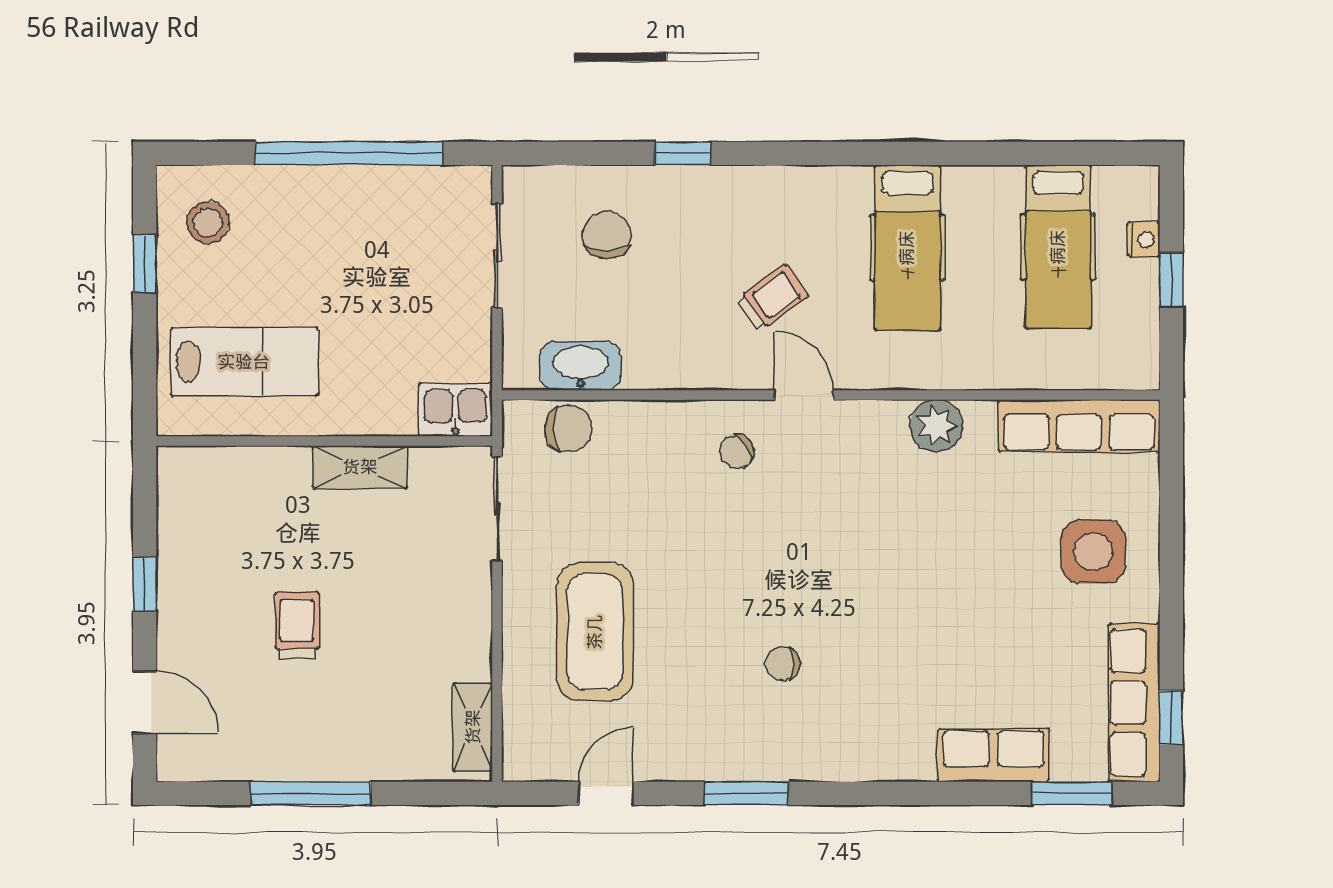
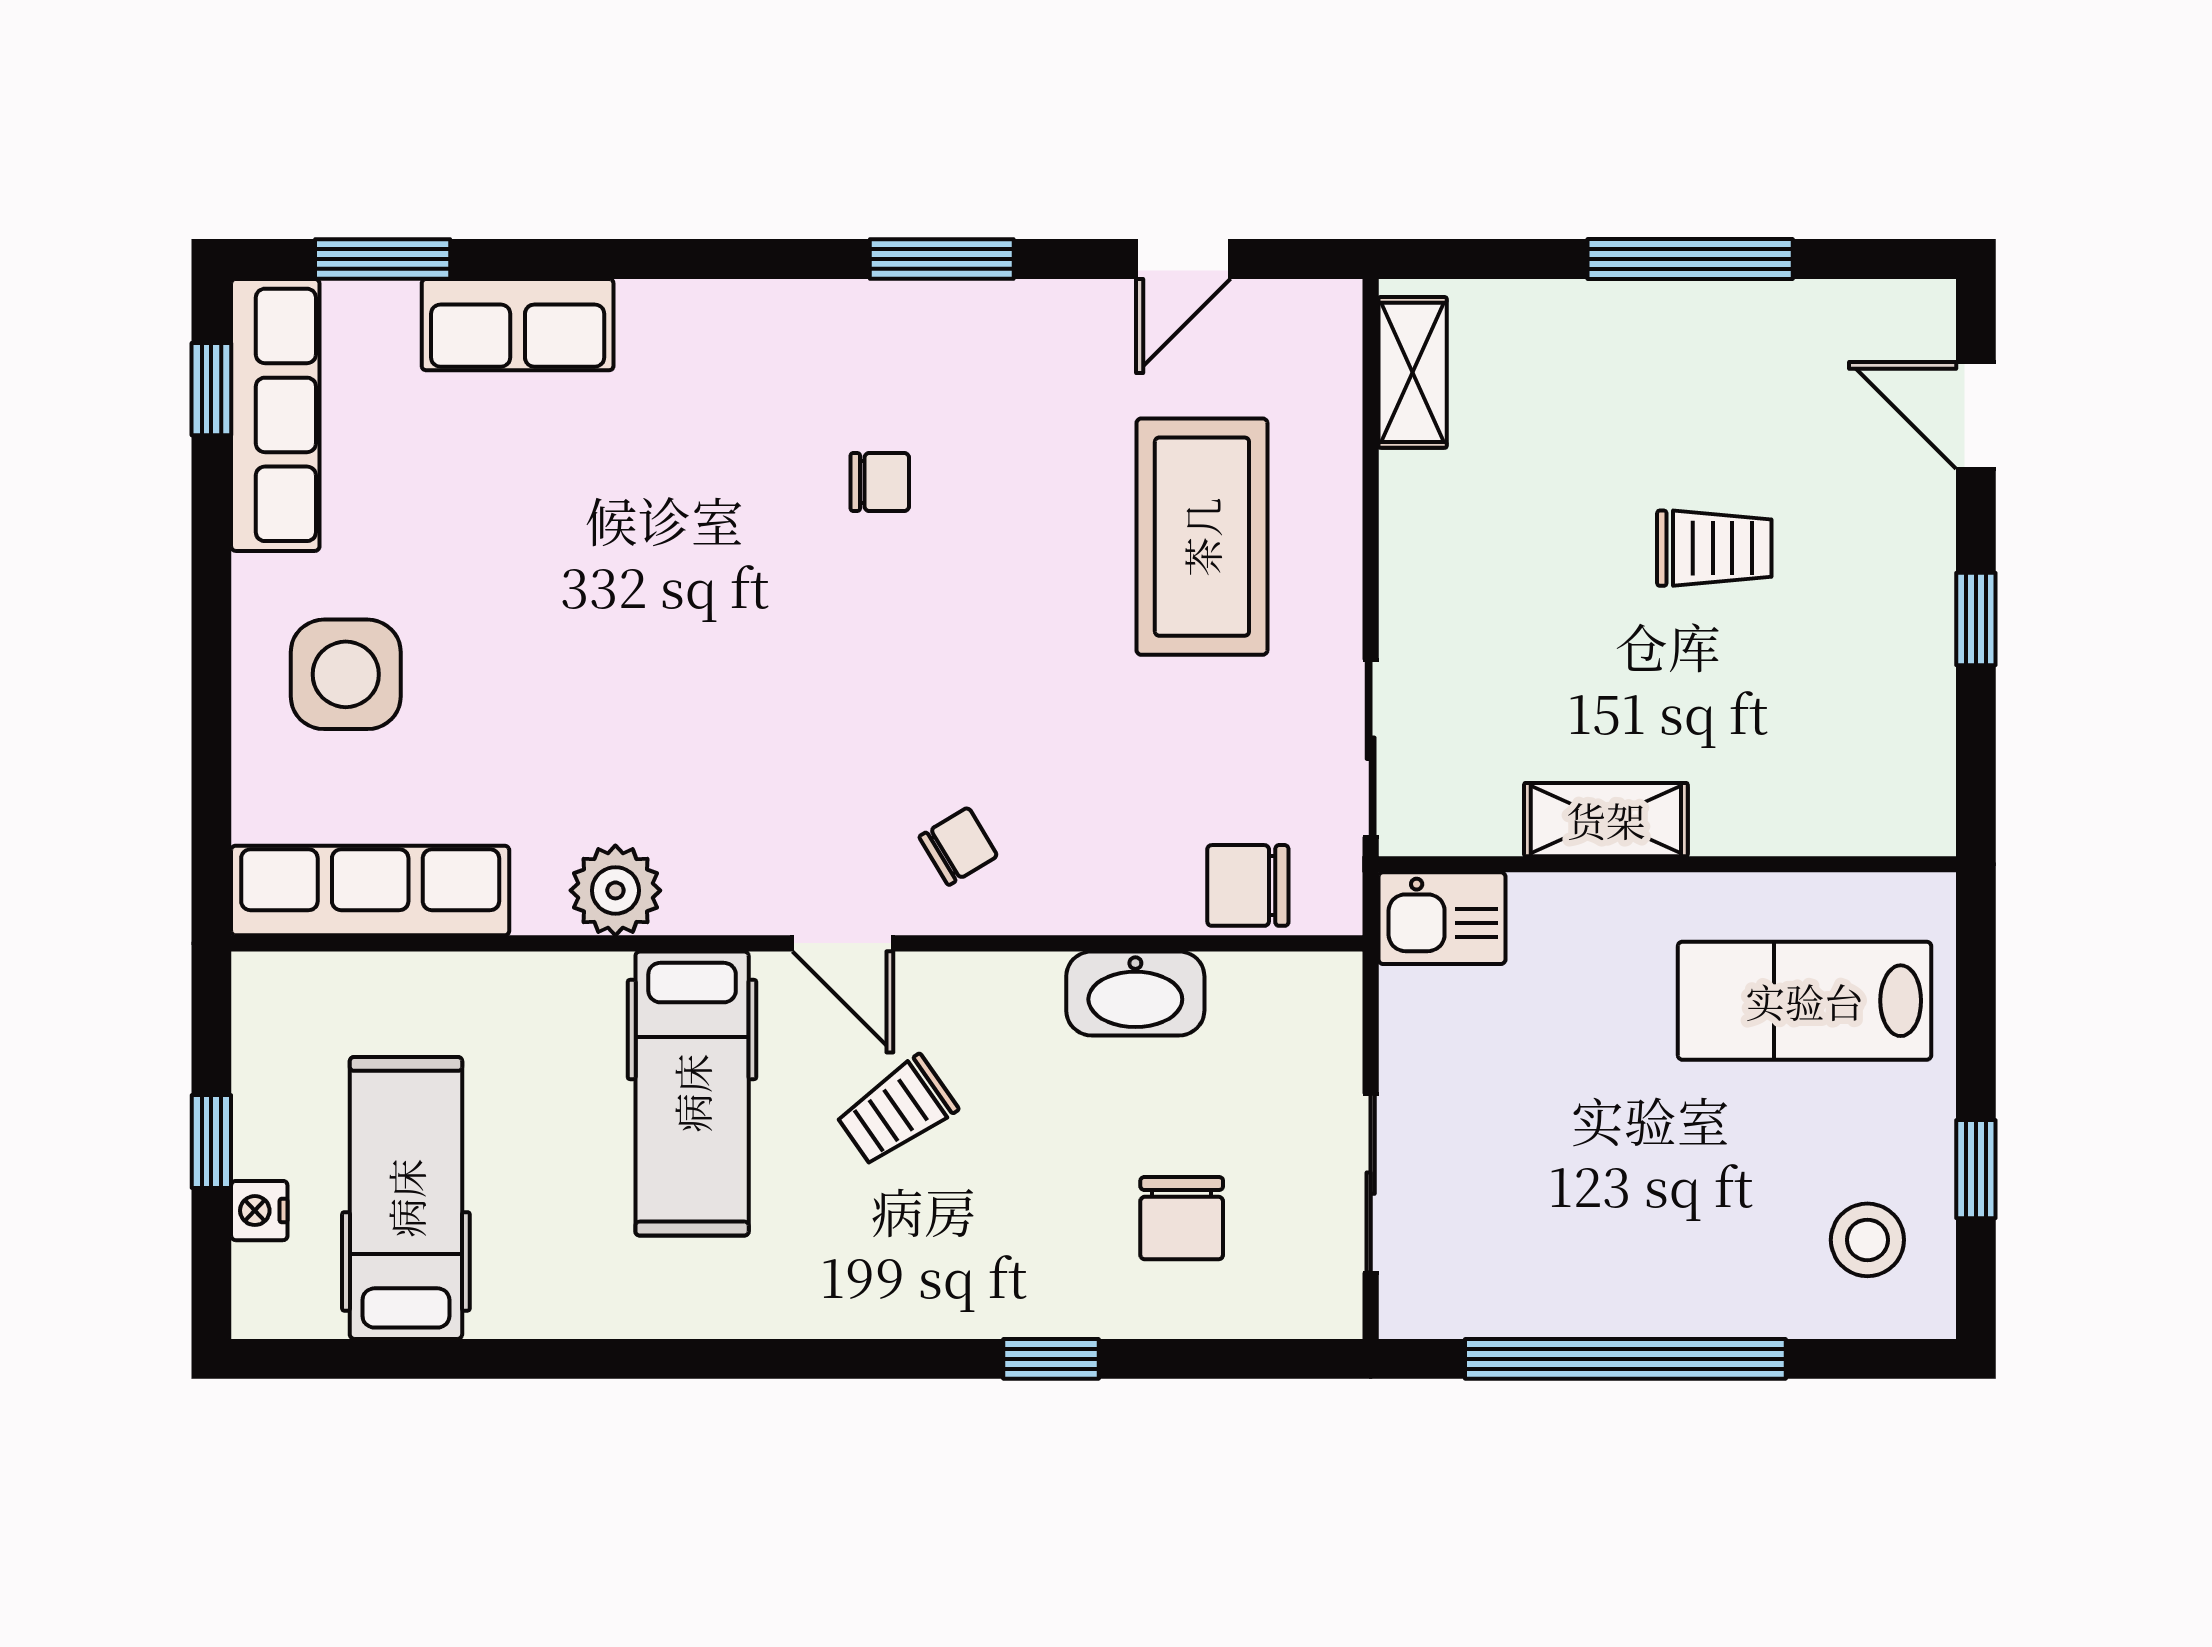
hospital bed: (907, 248) -> (692, 1093), moved, turned 180
washbasin: (581, 366) -> (1135, 993), moved
trolley: (297, 625) -> (1714, 548), turned -90

